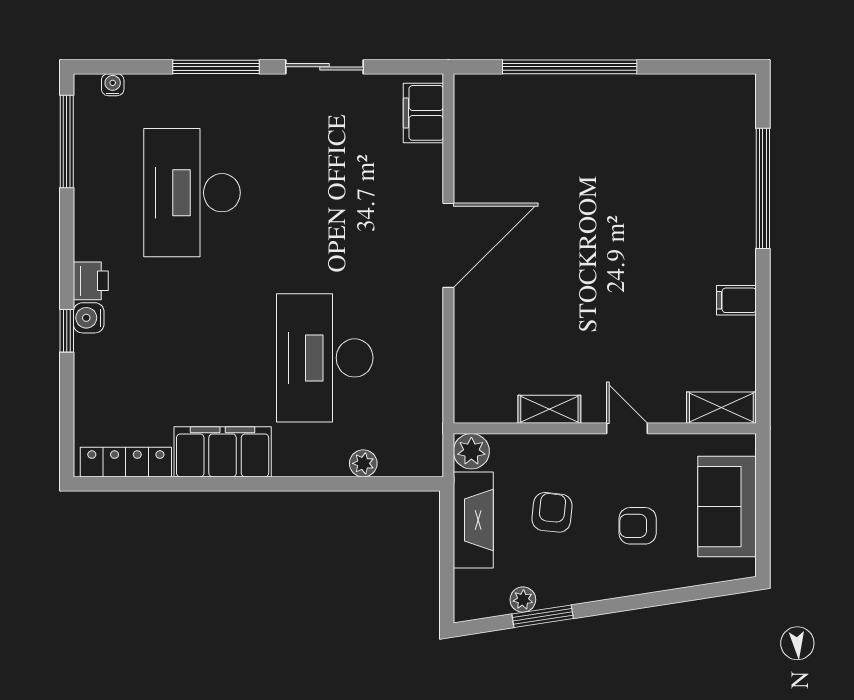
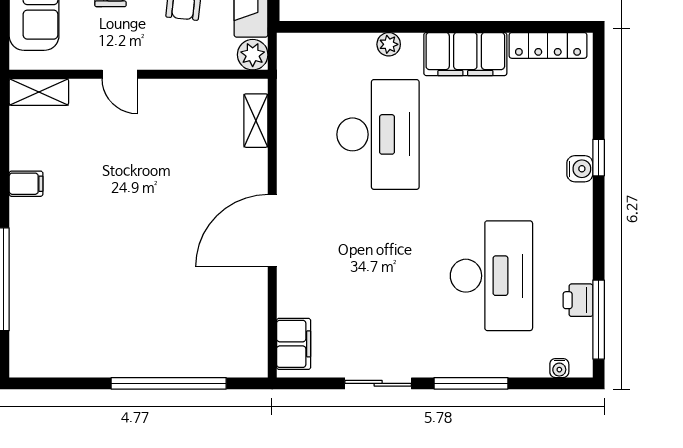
printer: (91, 281) -> (578, 300), moved
shelving: (549, 409) -> (256, 121), moved, turned 90
plant: (363, 463) -> (389, 44), moved

